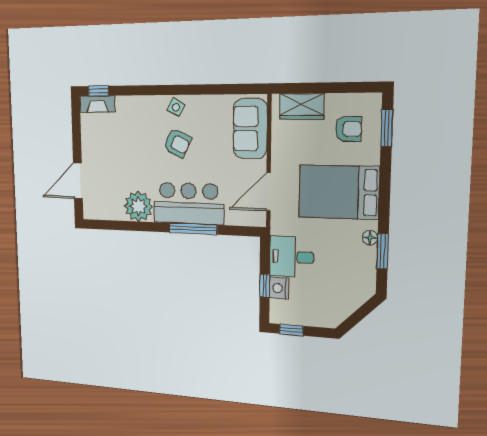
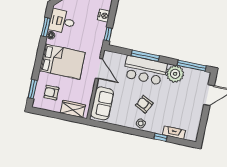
window: (98, 91) -> (161, 137), moved
fireplace: (97, 104) -> (174, 133), moved
door: (268, 192) -> (99, 68), hinge flipped
window: (115, 225) -> (192, 66), added
desk: (292, 257) -> (62, 21), moved, turned 180
window: (265, 286) -> (108, 34), moved

